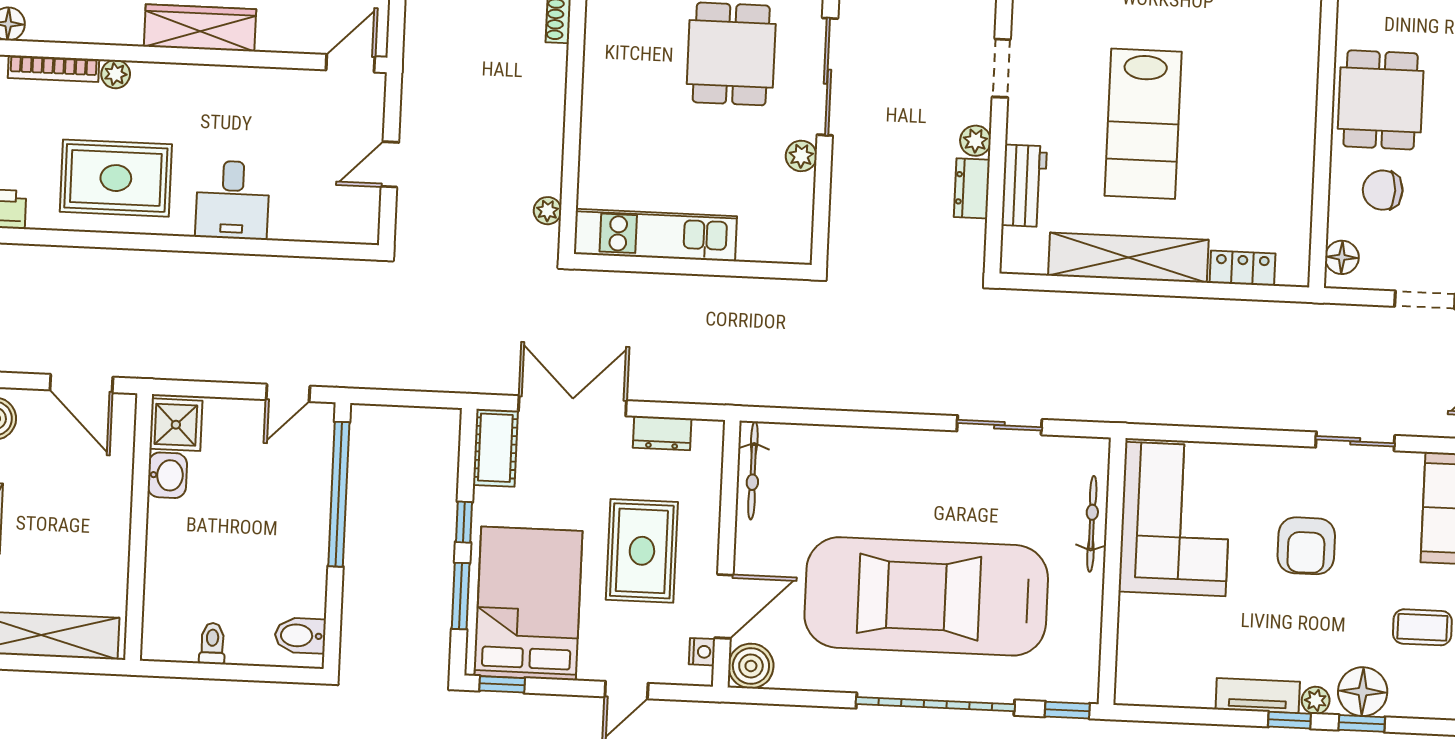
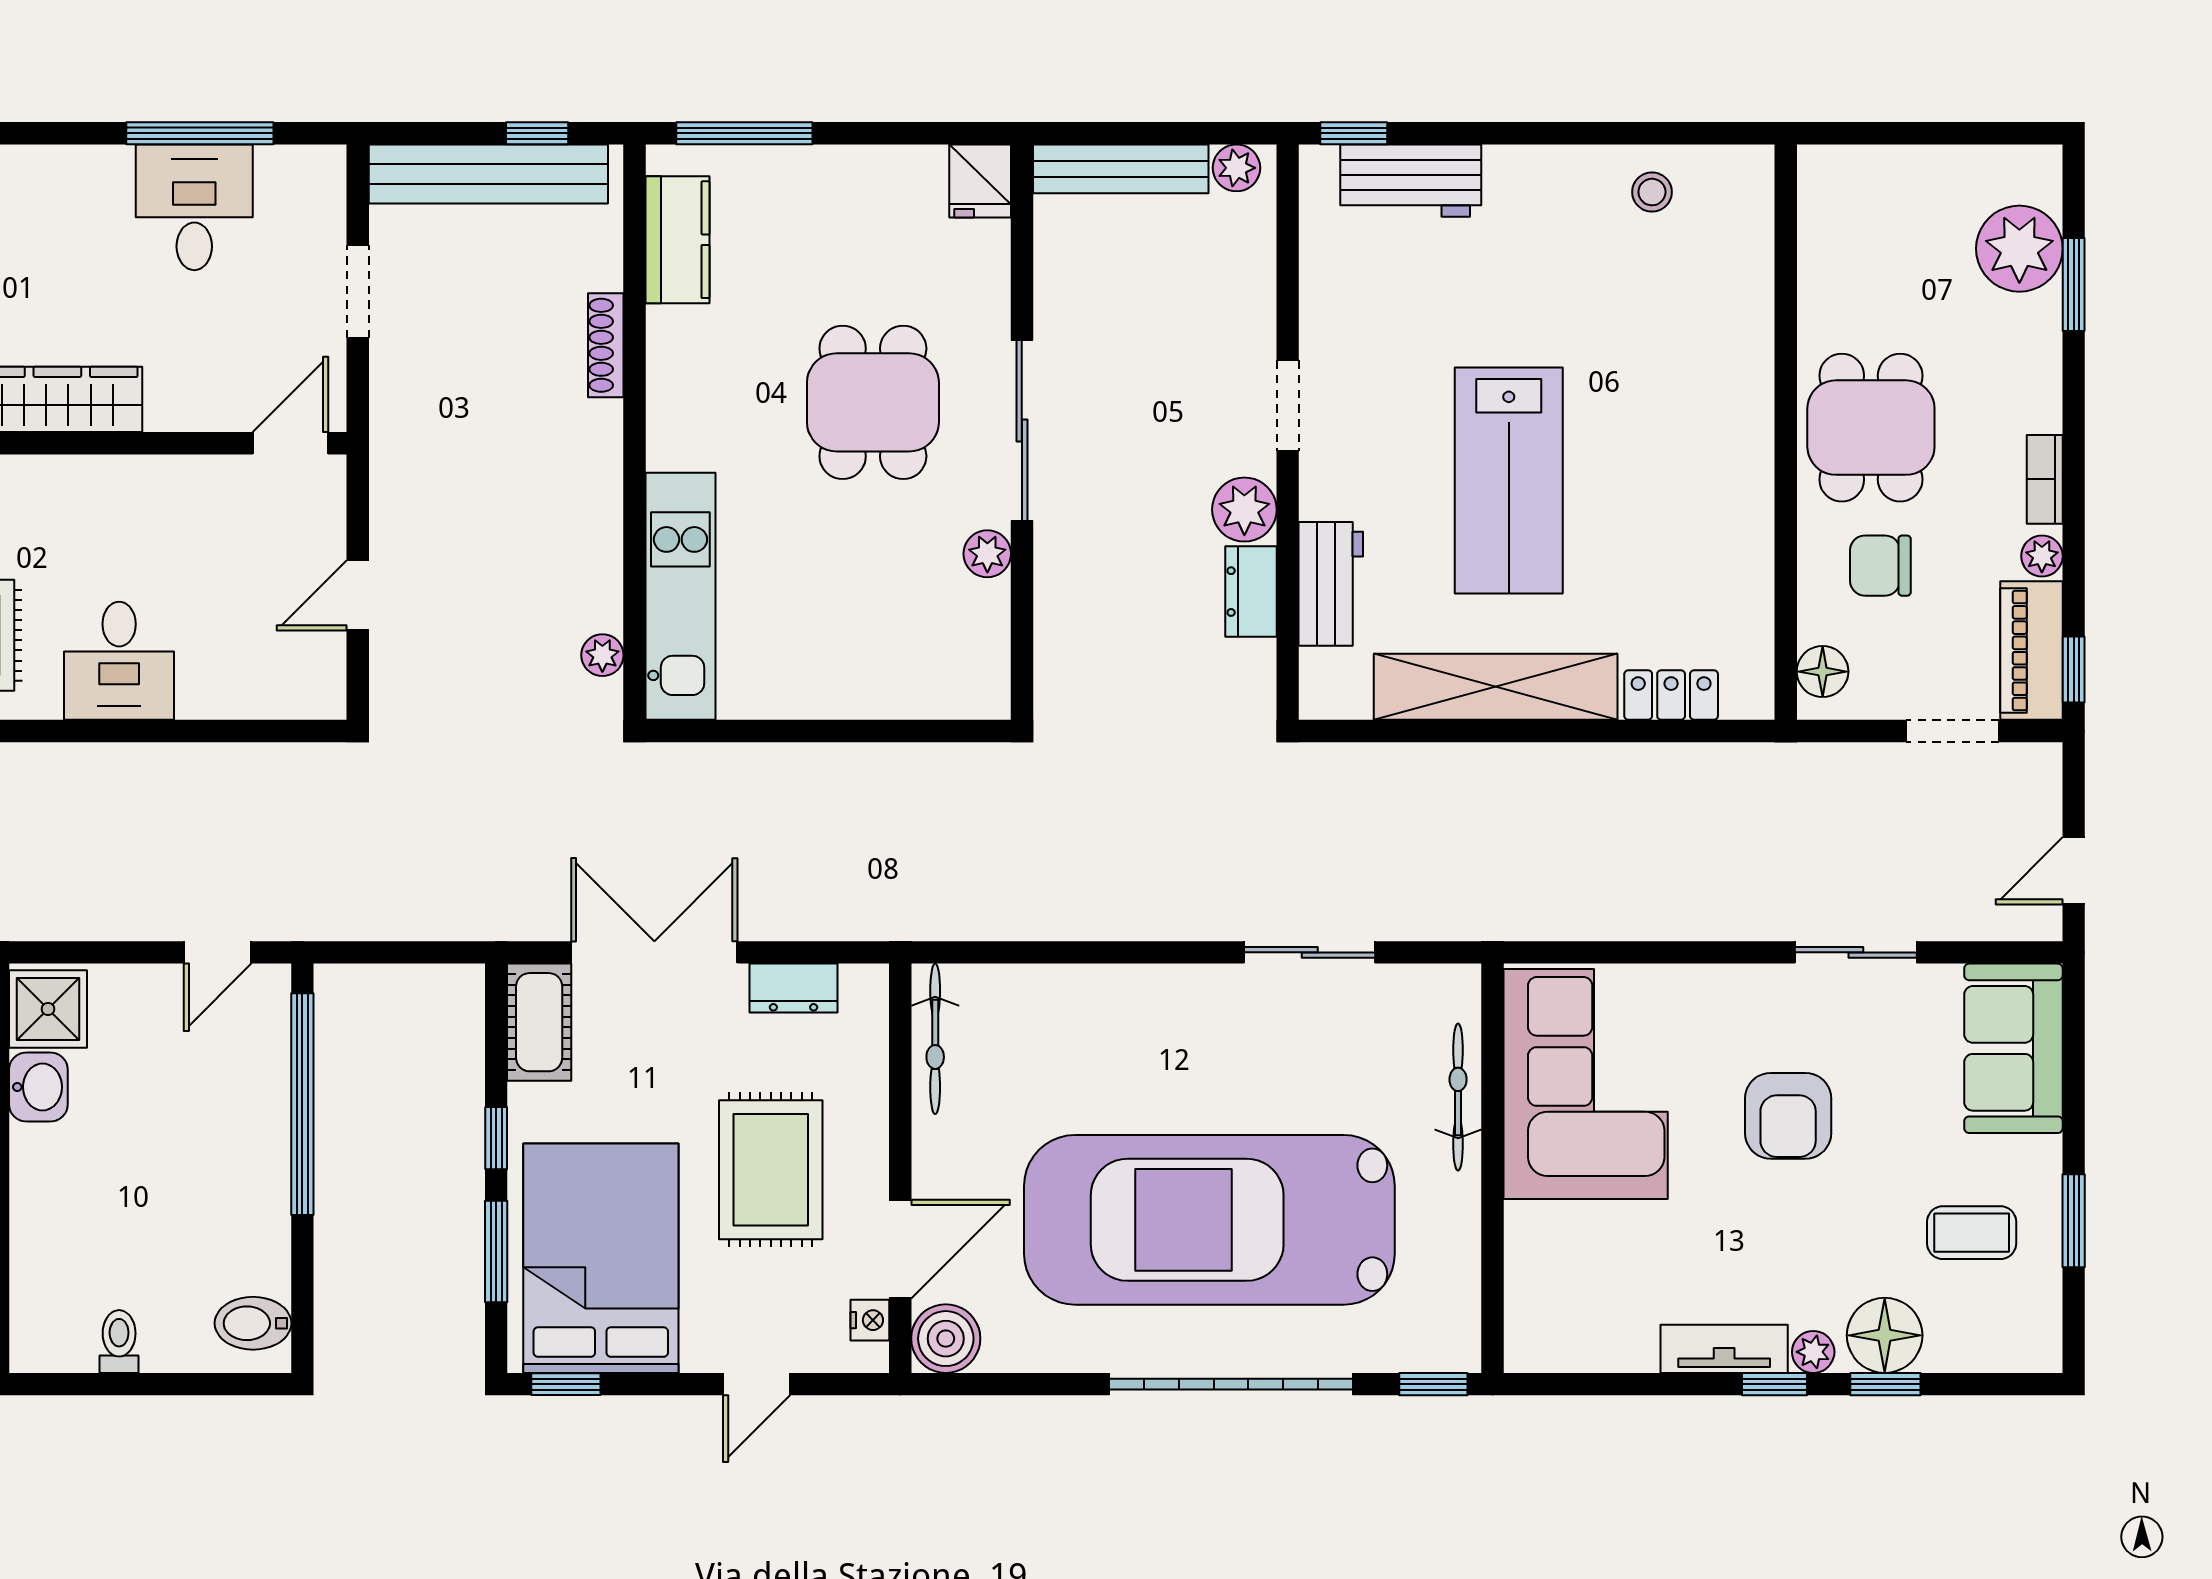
plant: (975, 141) -> (1244, 510), width x1.38, depth x1.38
kitchen unit: (655, 235) -> (680, 596), moved, turned 90

